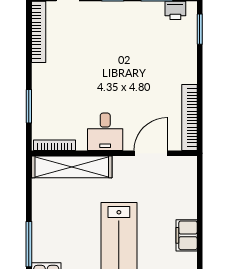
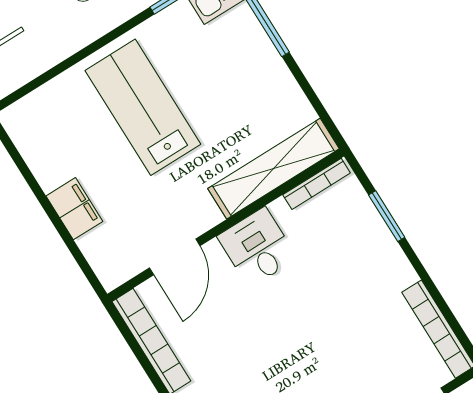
filing cabinet: (187, 235) -> (74, 209), moved

